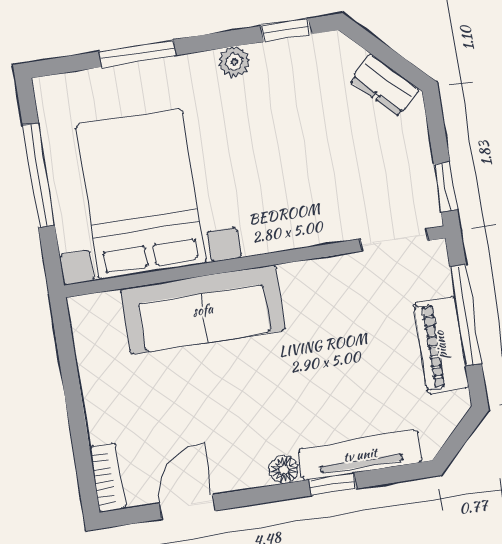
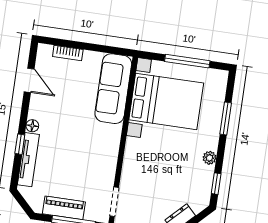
sofa: (203, 310) -> (113, 89), moved
bookcase: (107, 478) -> (68, 53), moved

